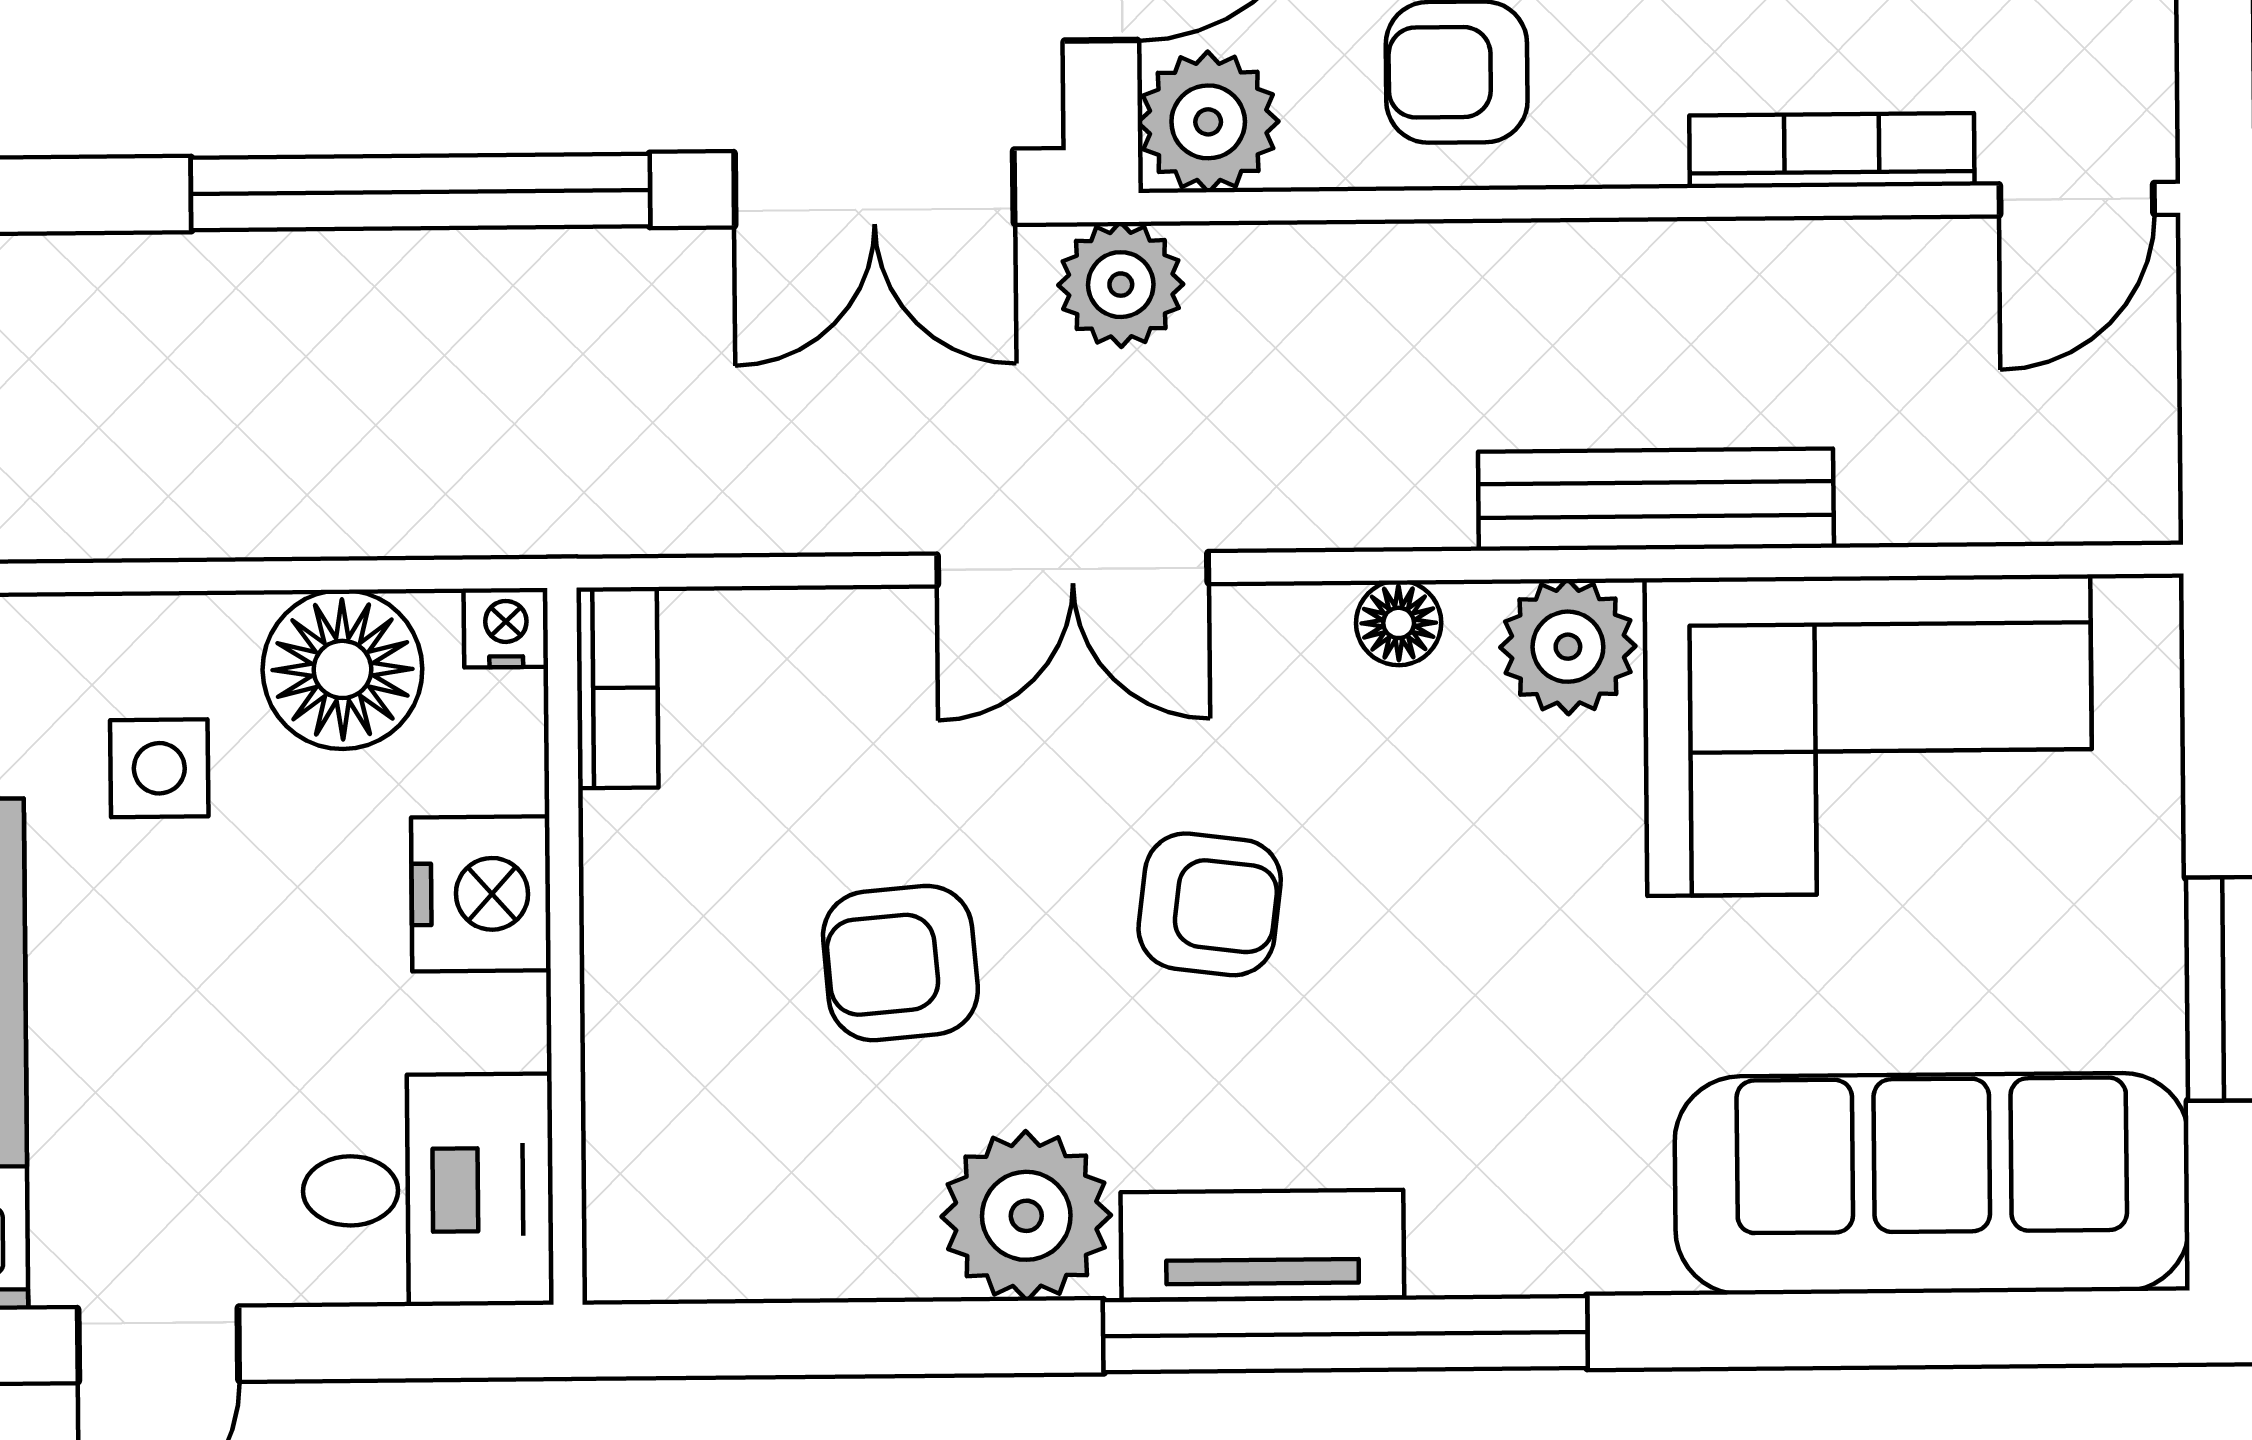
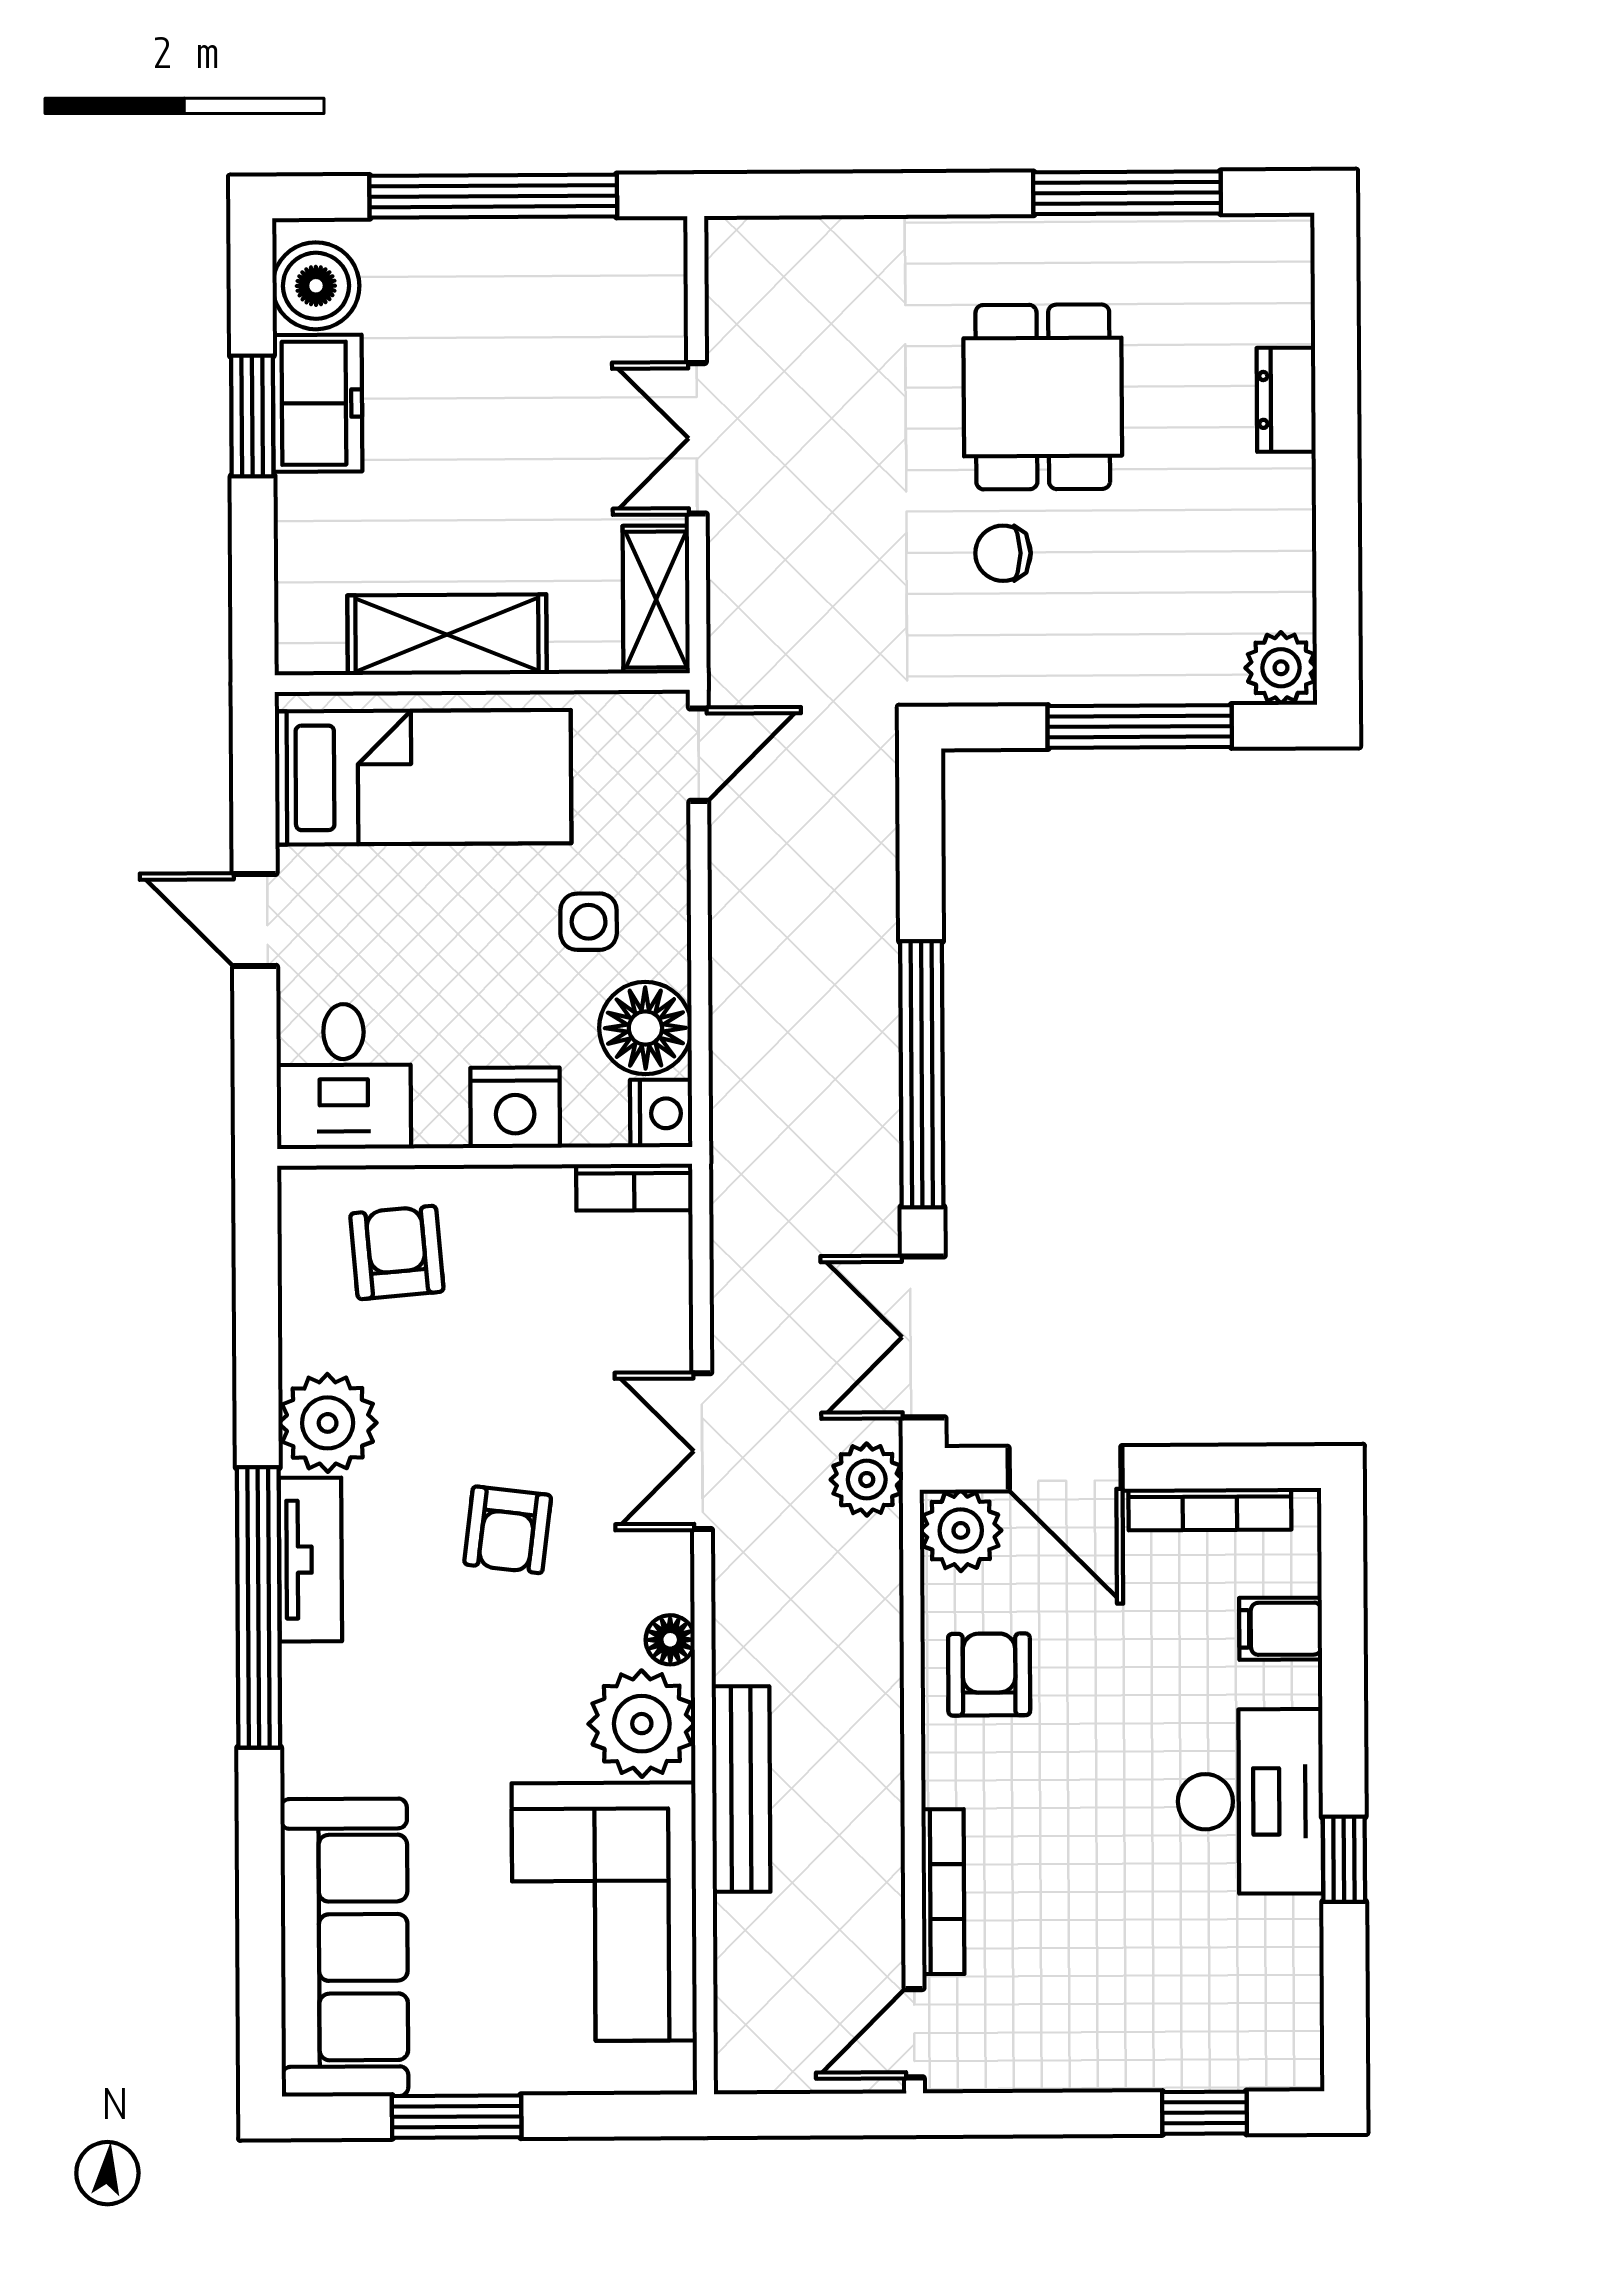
door: (2077, 199) -> (914, 2033), hinge flipped
nightstand: (506, 628) -> (661, 1113), width x1.39, depth x1.35
plant: (1568, 647) -> (642, 1724), width x1.36, depth x1.36
armchair: (900, 963) -> (397, 1252), moved

